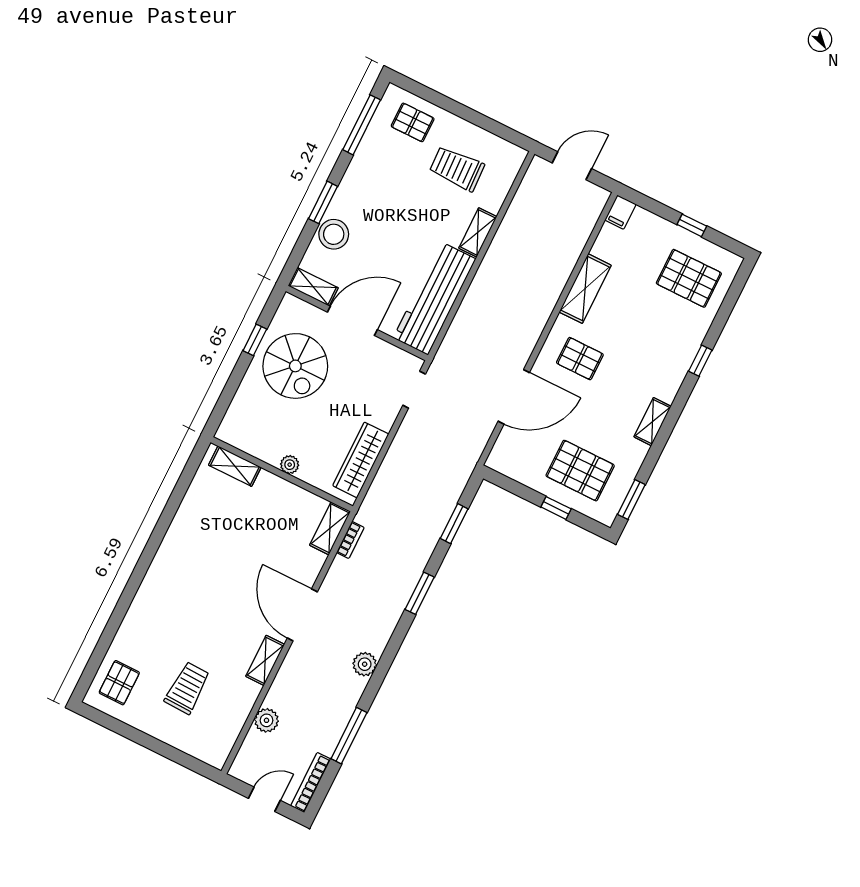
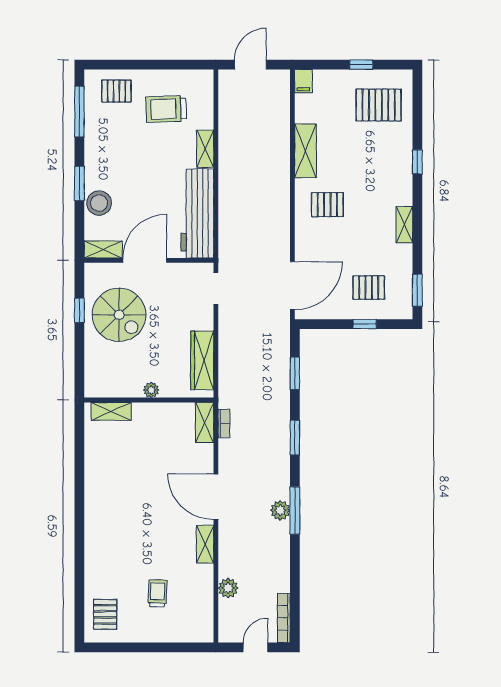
door: (514, 397) -> (292, 286), moved
pallet: (580, 471) -> (369, 288), width x0.67, depth x0.71
trolley: (187, 688) -> (157, 593), width x0.73, depth x0.72
window: (349, 736) -> (295, 511), moved

